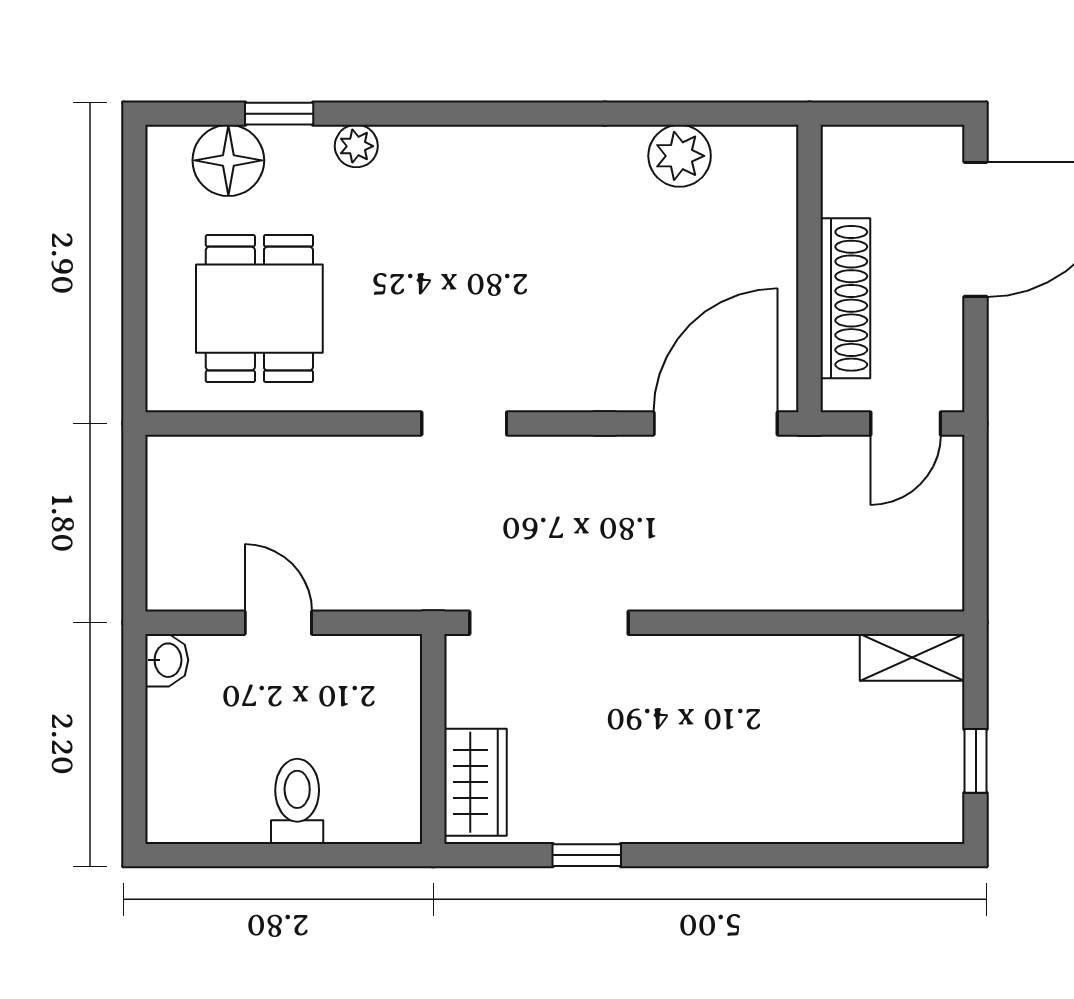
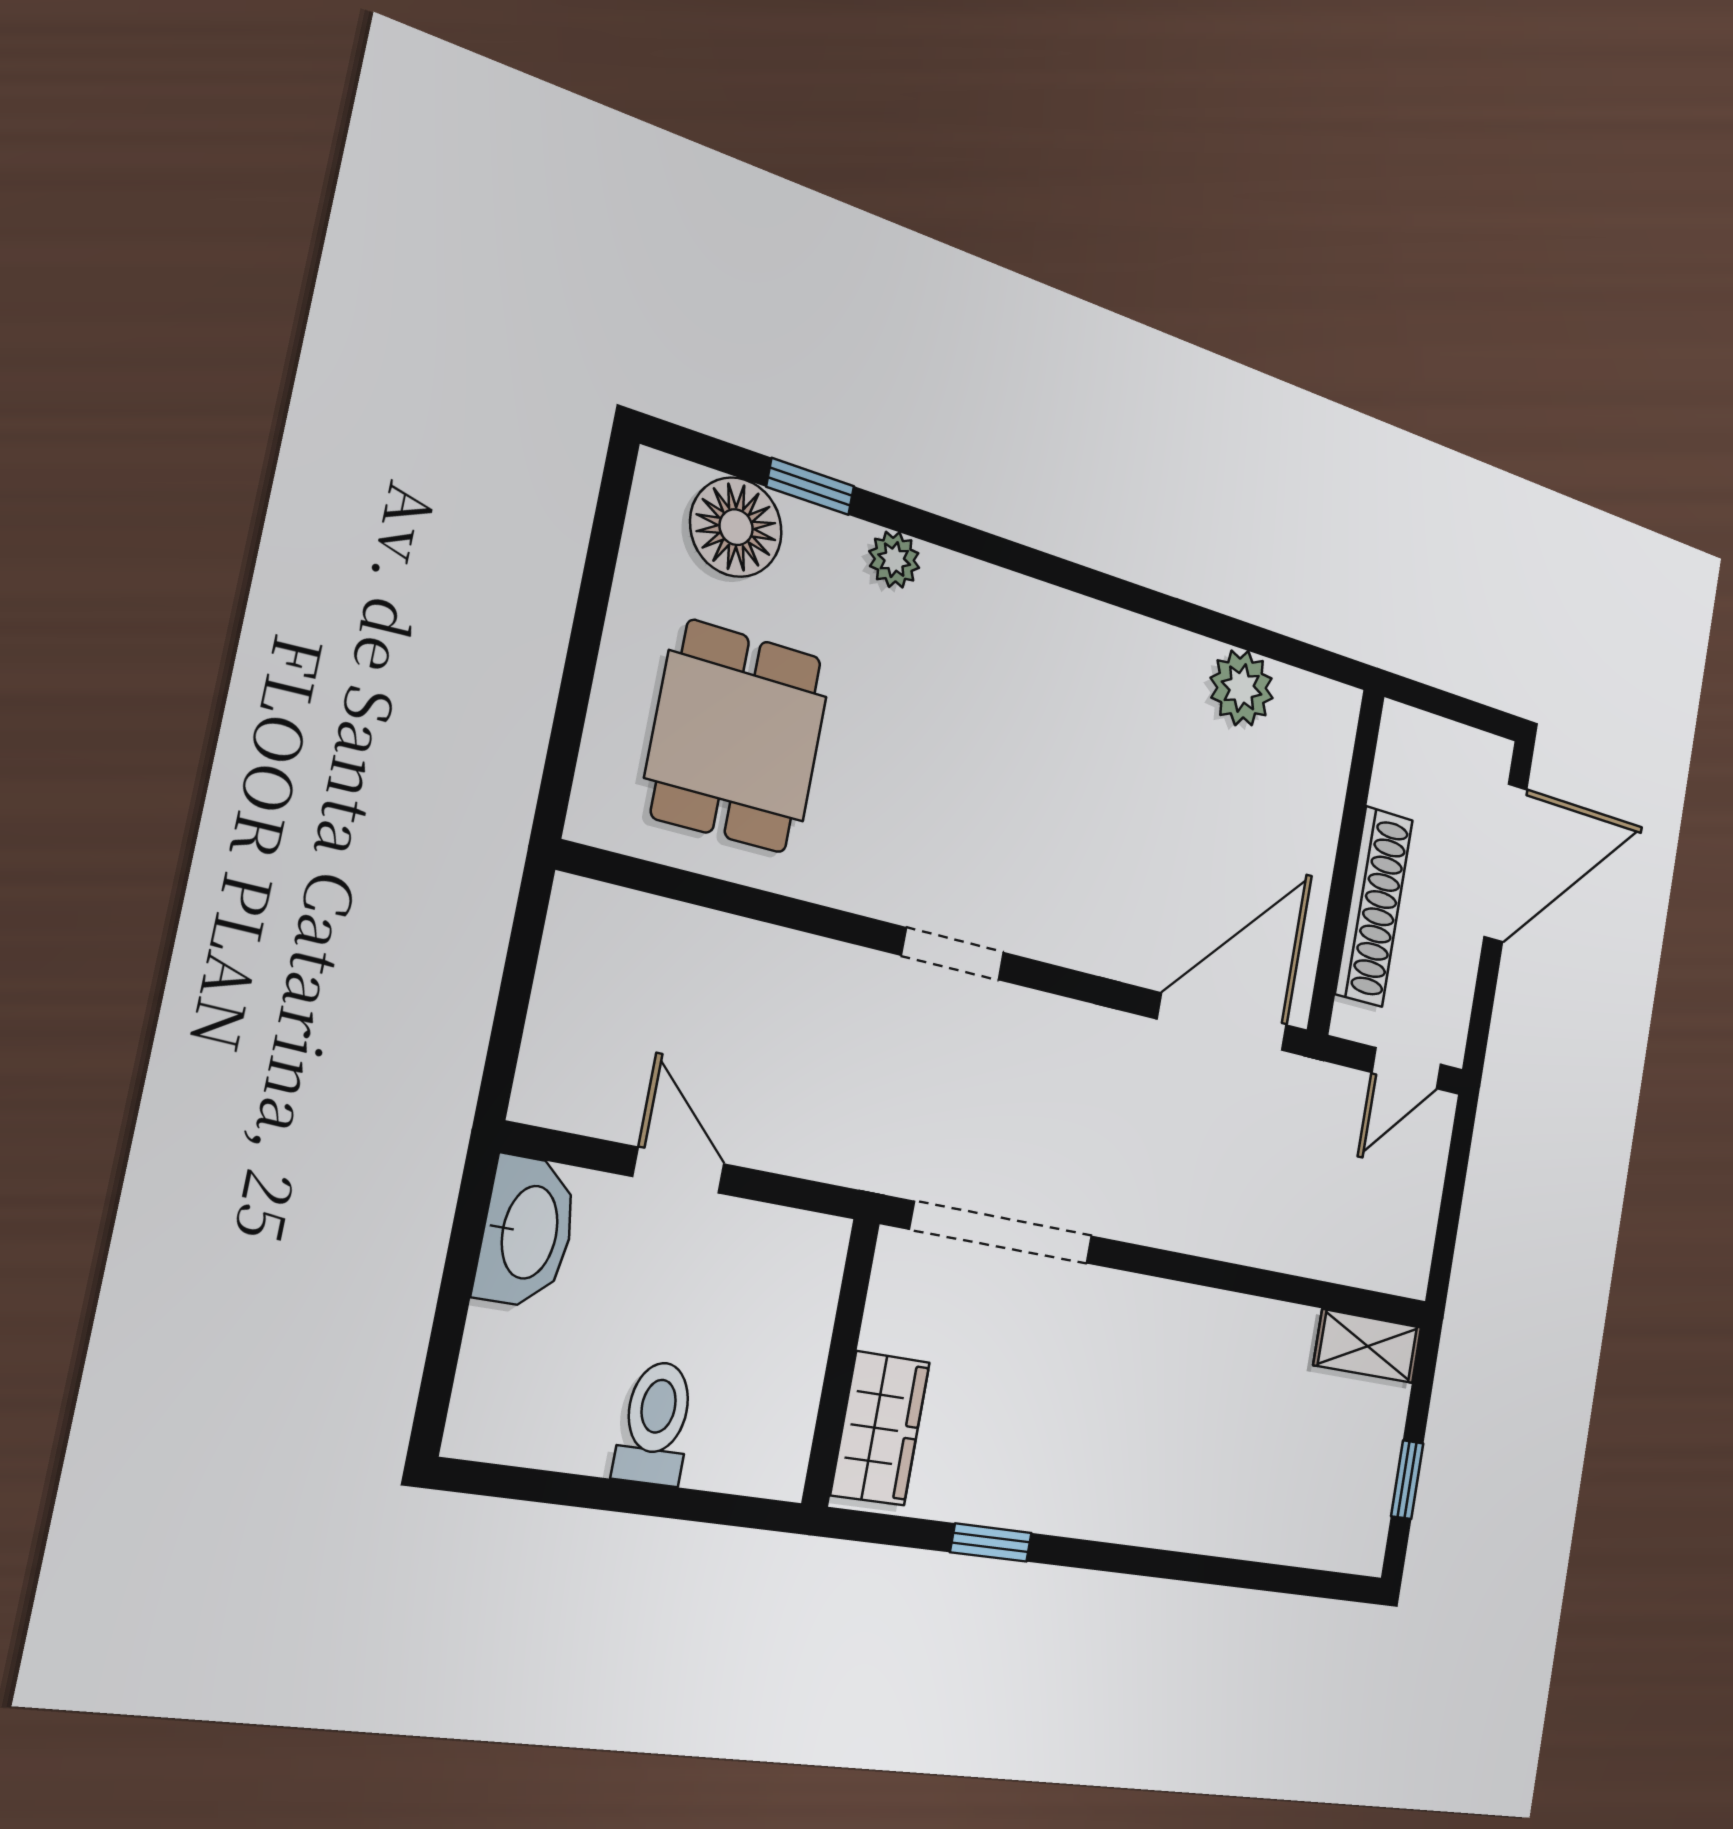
washbasin: (167, 660) -> (527, 1232), width x1.91, depth x1.45

